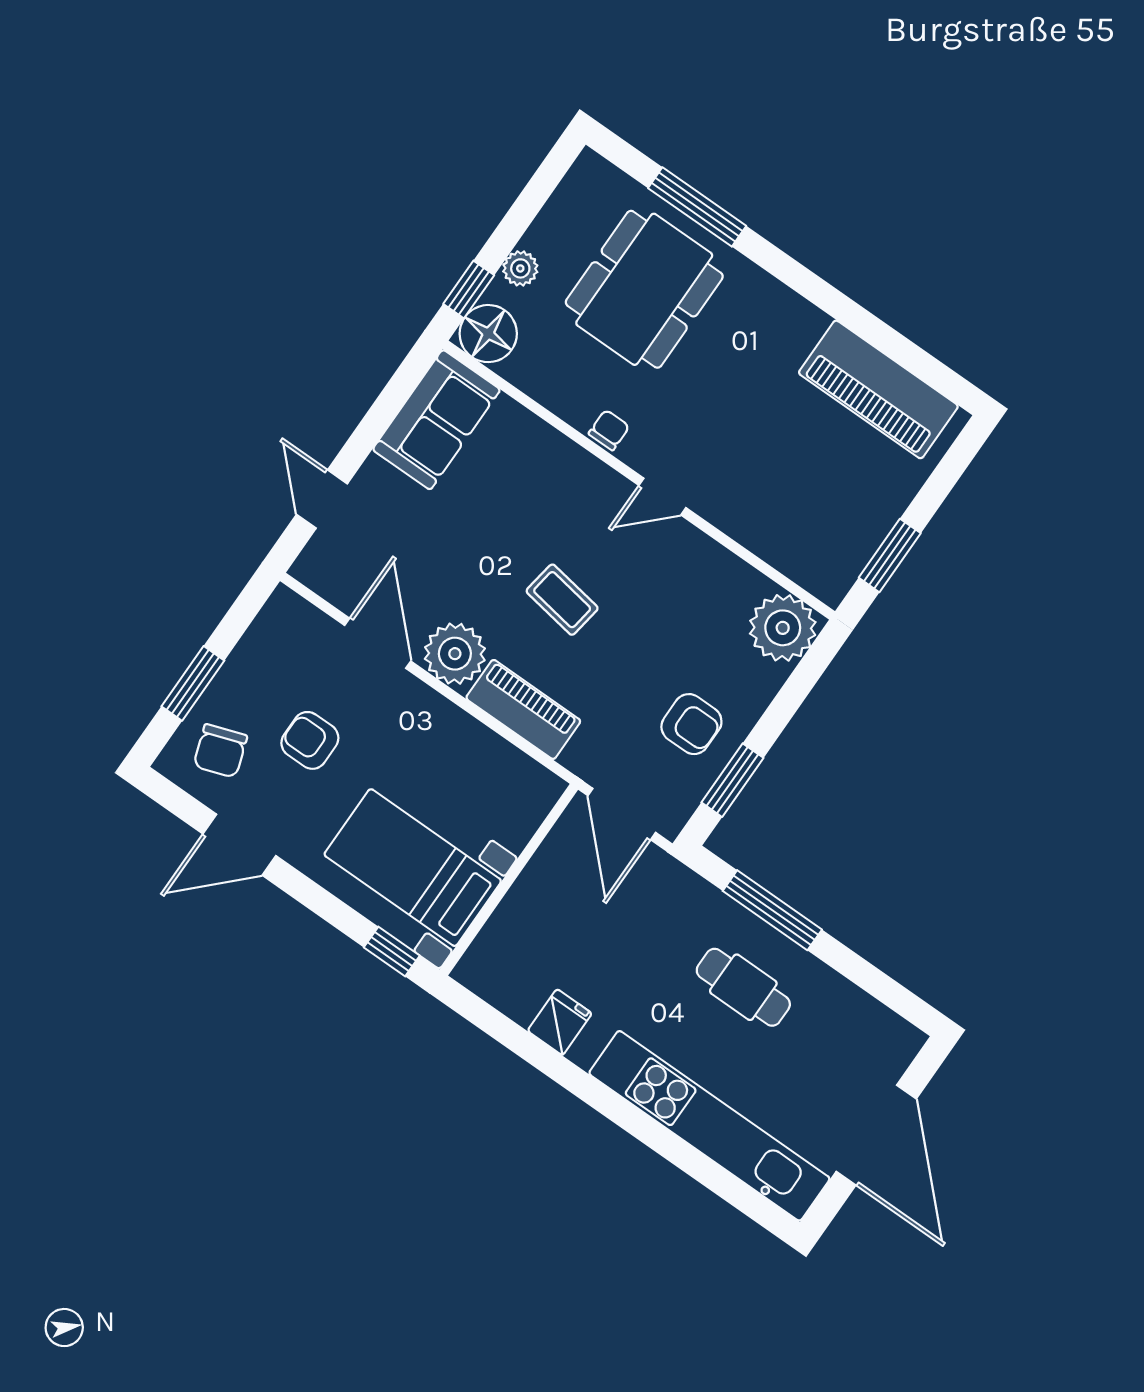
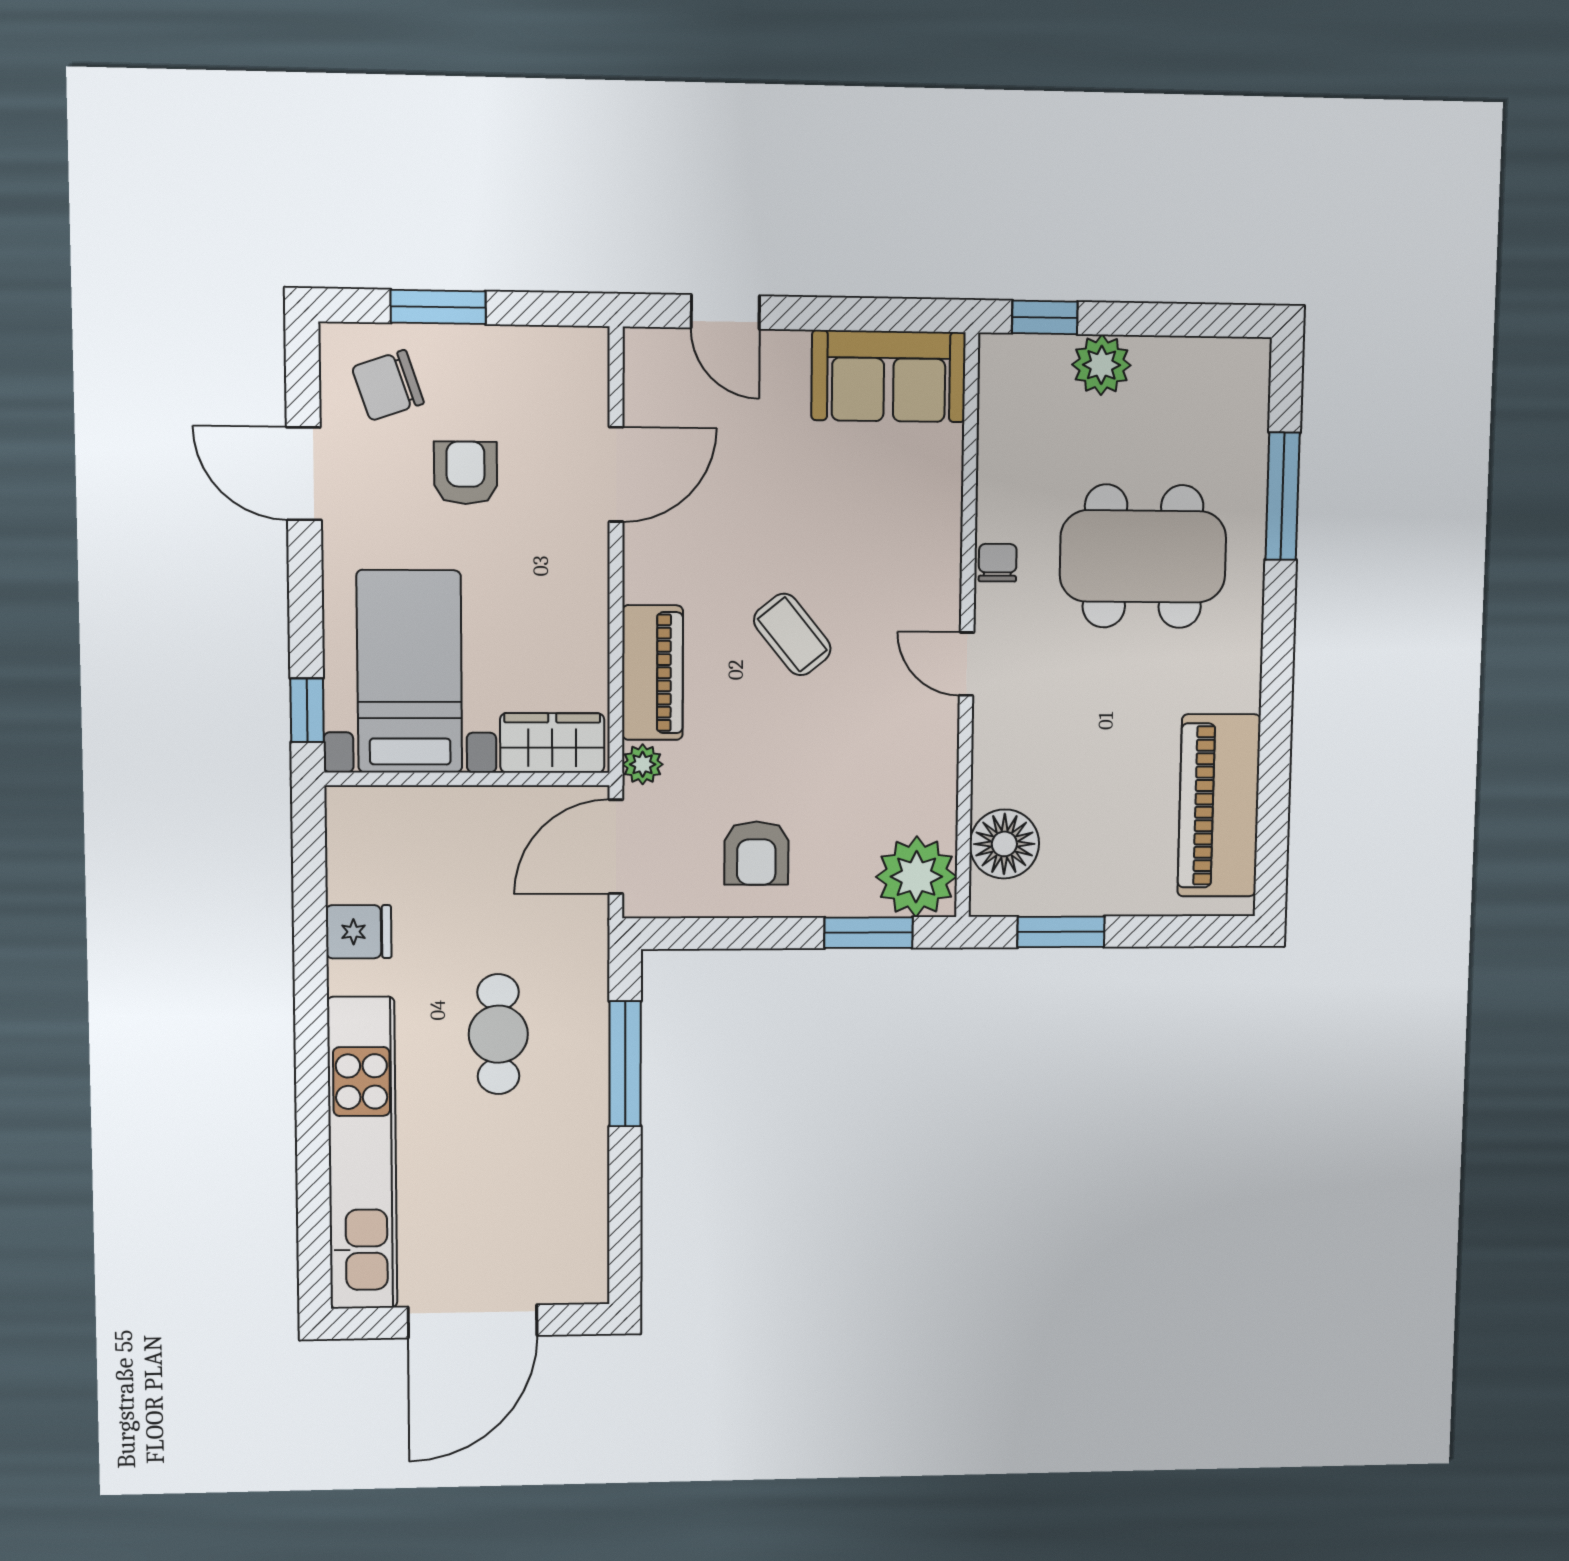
plant: (520, 268) -> (1101, 365), width x1.38, depth x1.38
dining table: (644, 289) -> (1143, 556), moved
floor lamp: (488, 334) -> (1004, 844), moved
chair: (609, 430) -> (998, 563), turned -90
door: (322, 499) -> (725, 312), swing flipped
coffee table: (562, 600) -> (792, 634), turned -48
plant: (455, 654) -> (643, 764), moved, width x0.53, depth x0.53
window: (732, 780) -> (869, 933), moved
wardrobe: (524, 808) -> (552, 743), added
cafe table: (743, 987) -> (498, 1034), moved

